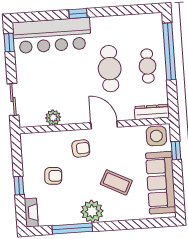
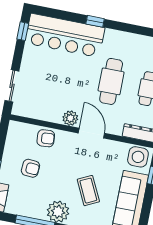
plant: (53, 118) -> (70, 118), moved
armchair: (81, 148) -> (46, 138), moved
coffee table: (116, 182) -> (88, 191), turned 37

